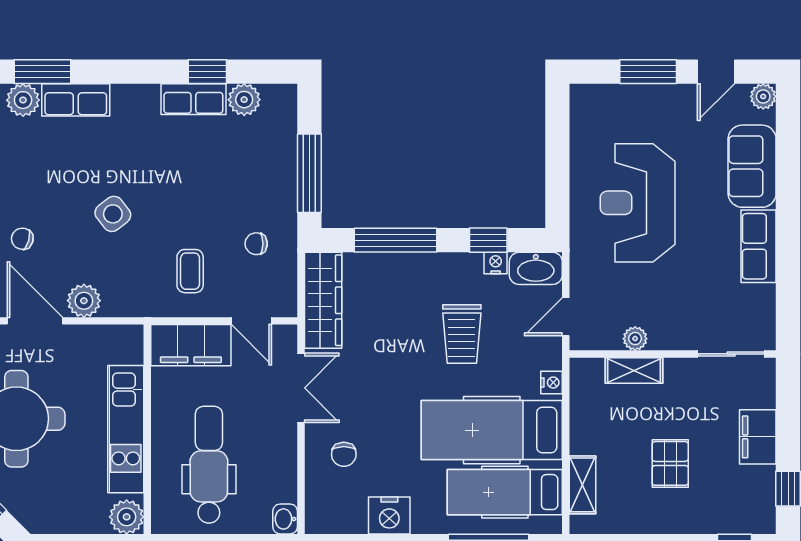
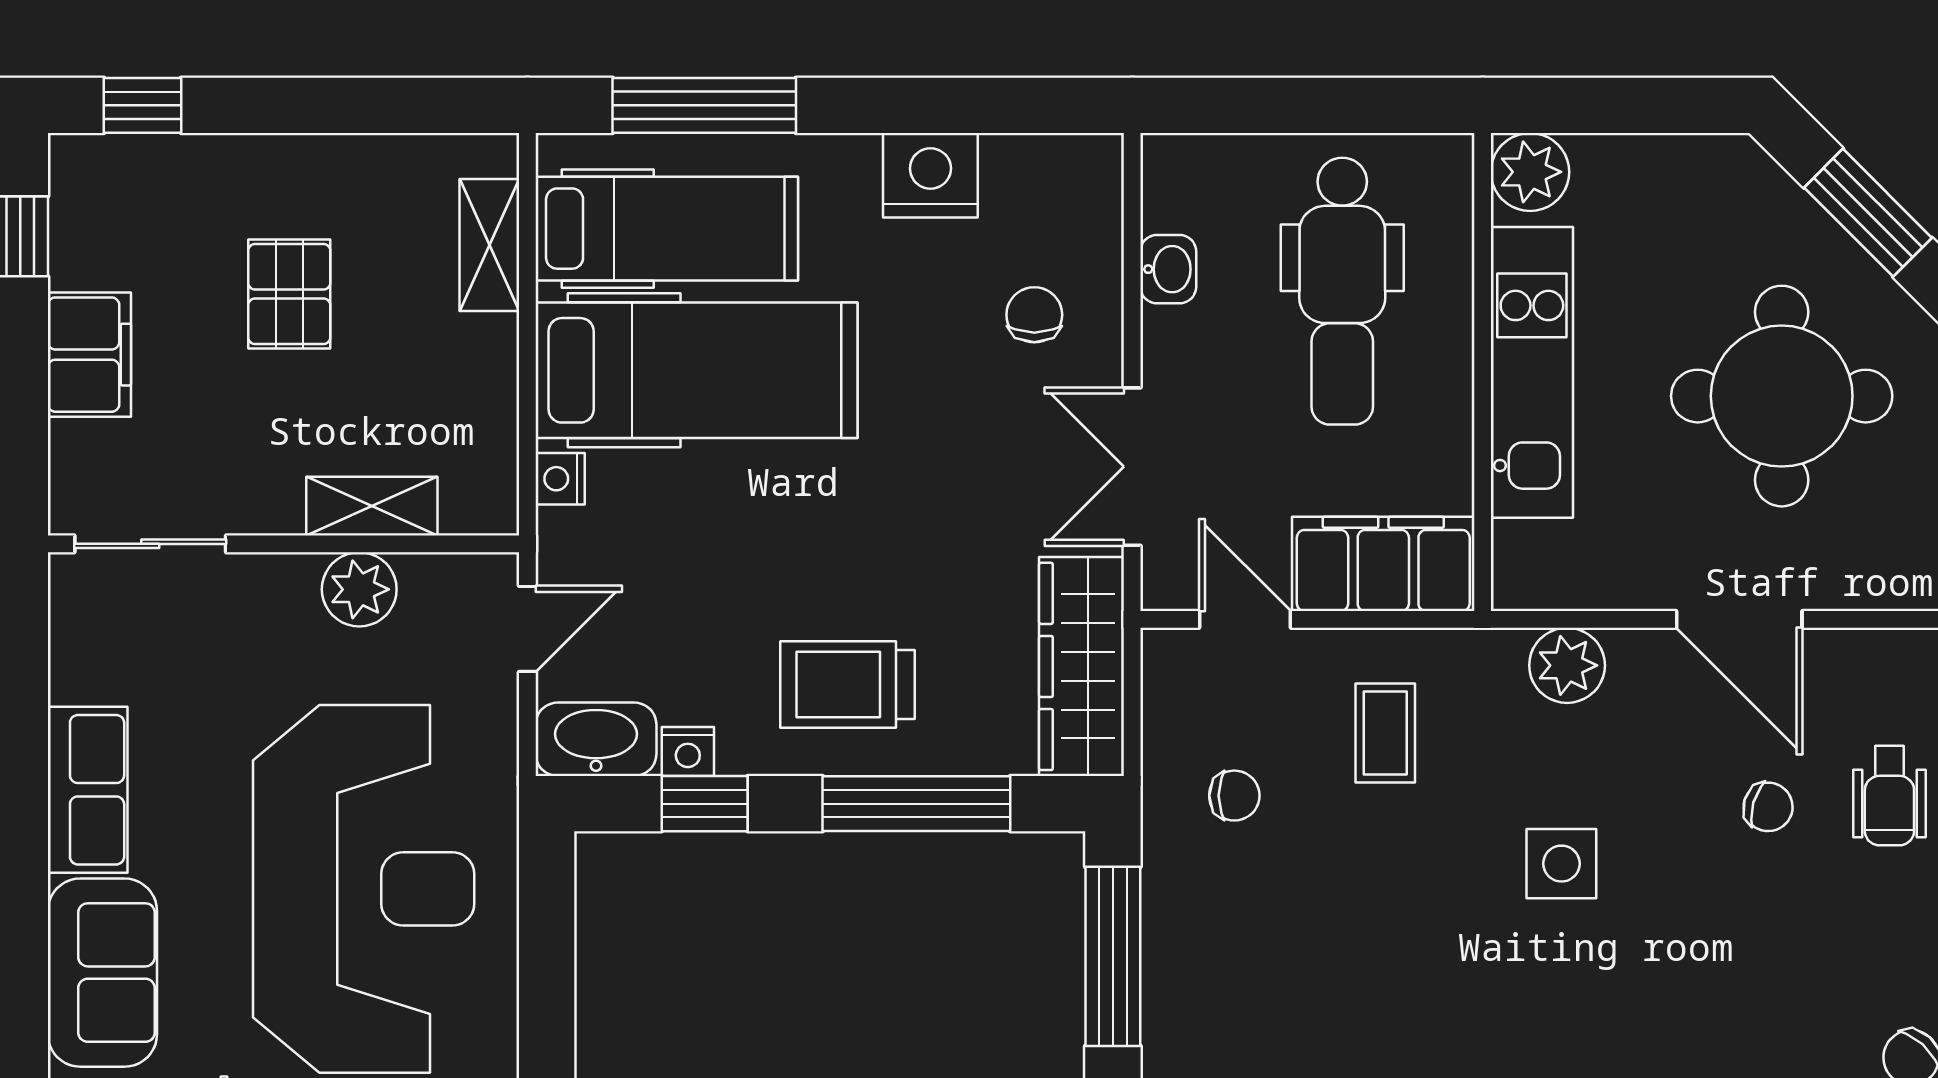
reception desk: (638, 203) -> (364, 889), width x1.36, depth x1.30
side table: (113, 214) -> (1561, 864), turned 38
plant: (84, 301) -> (1567, 665), moved
trolley: (462, 334) -> (848, 684), moved, turned -90
plant: (635, 339) -> (359, 589), width x1.38, depth x1.38
washbasin: (285, 519) -> (1168, 269), moved

